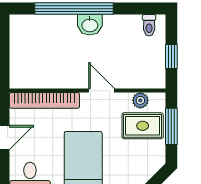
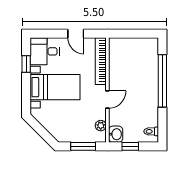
washbasin: (90, 25) -> (116, 134), moved, turned 180
rug: (143, 126) -> (84, 127), removed

